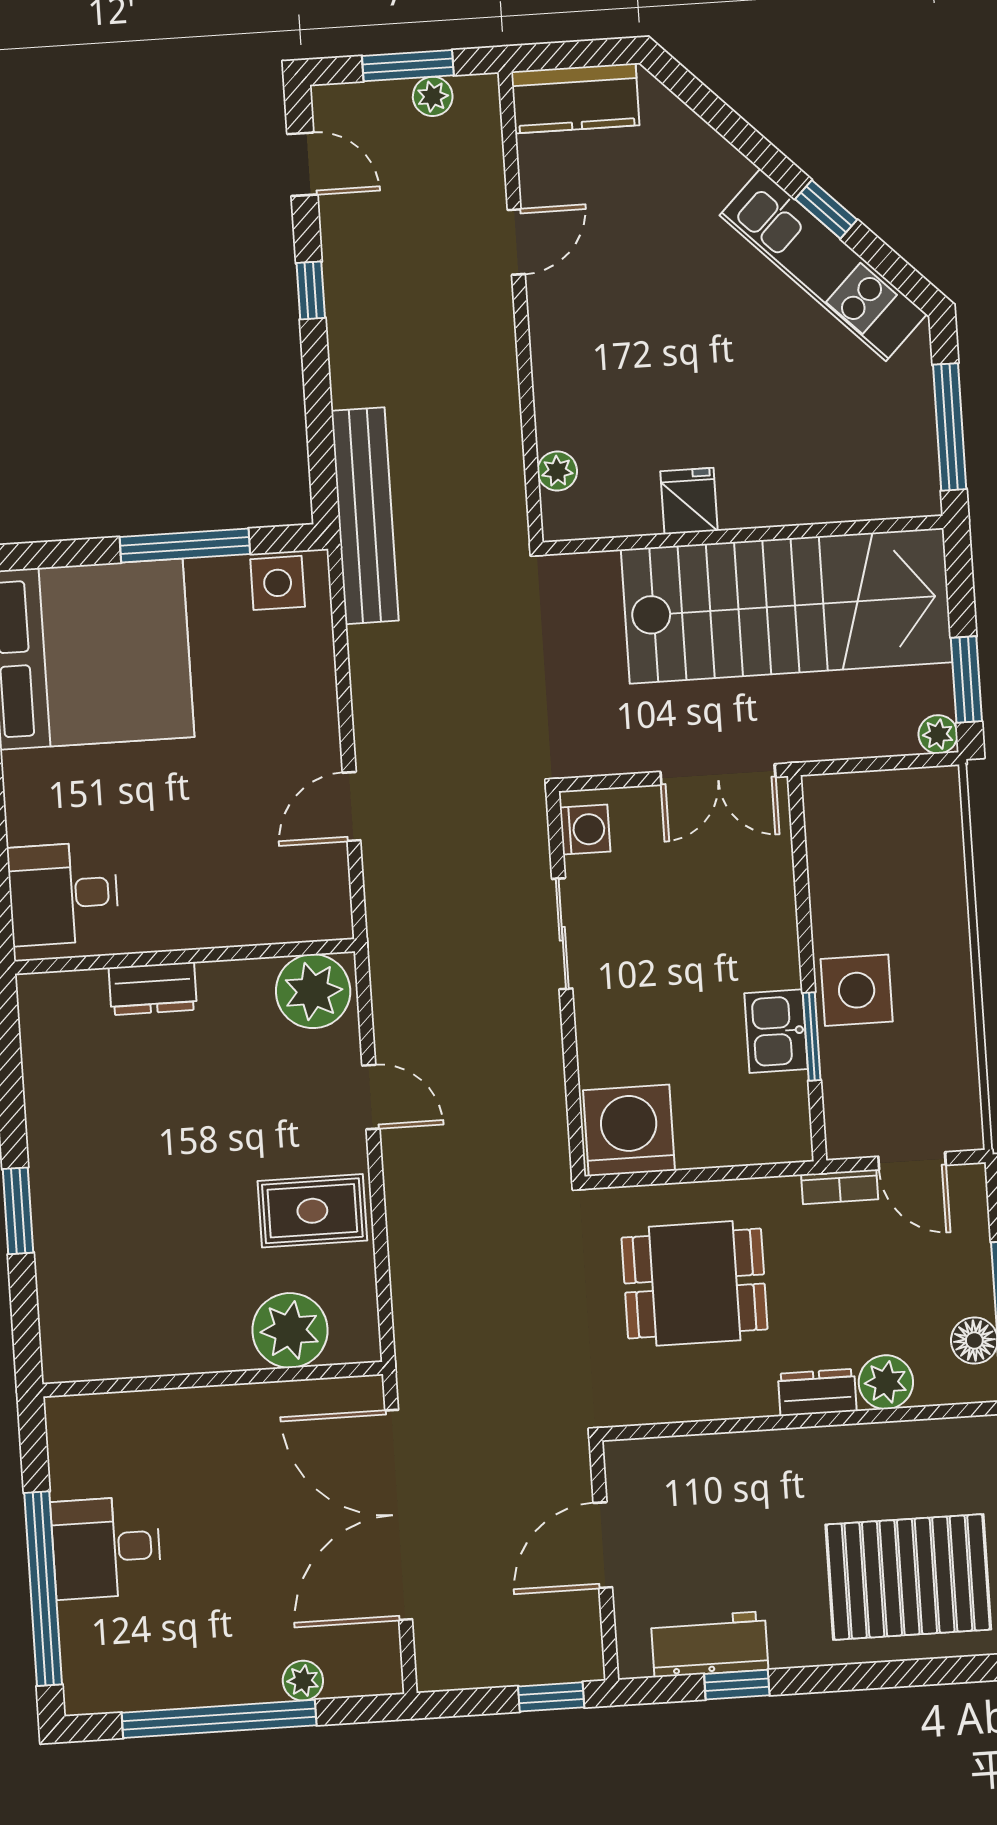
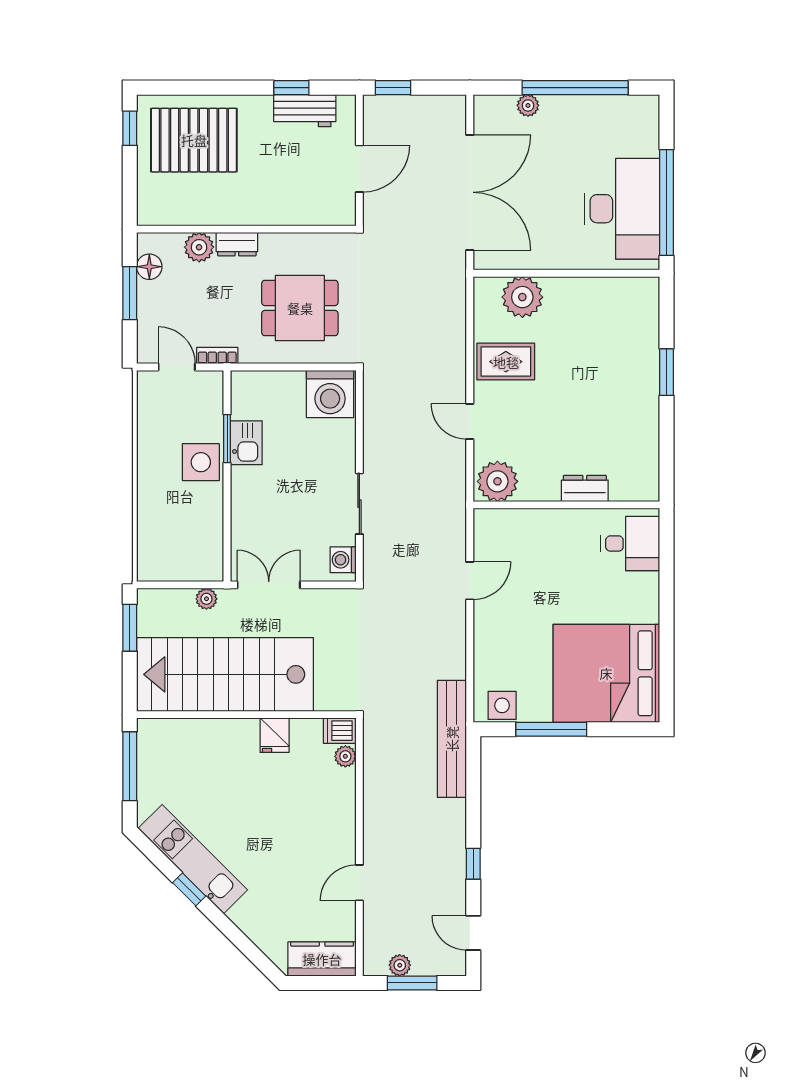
dishwasher: (571, 517) -> (340, 731), added
plant: (938, 734) -> (206, 599), moved
desk: (106, 1548) -> (622, 209), width x1.87, depth x1.30
window: (43, 1589) -> (666, 202), moved

